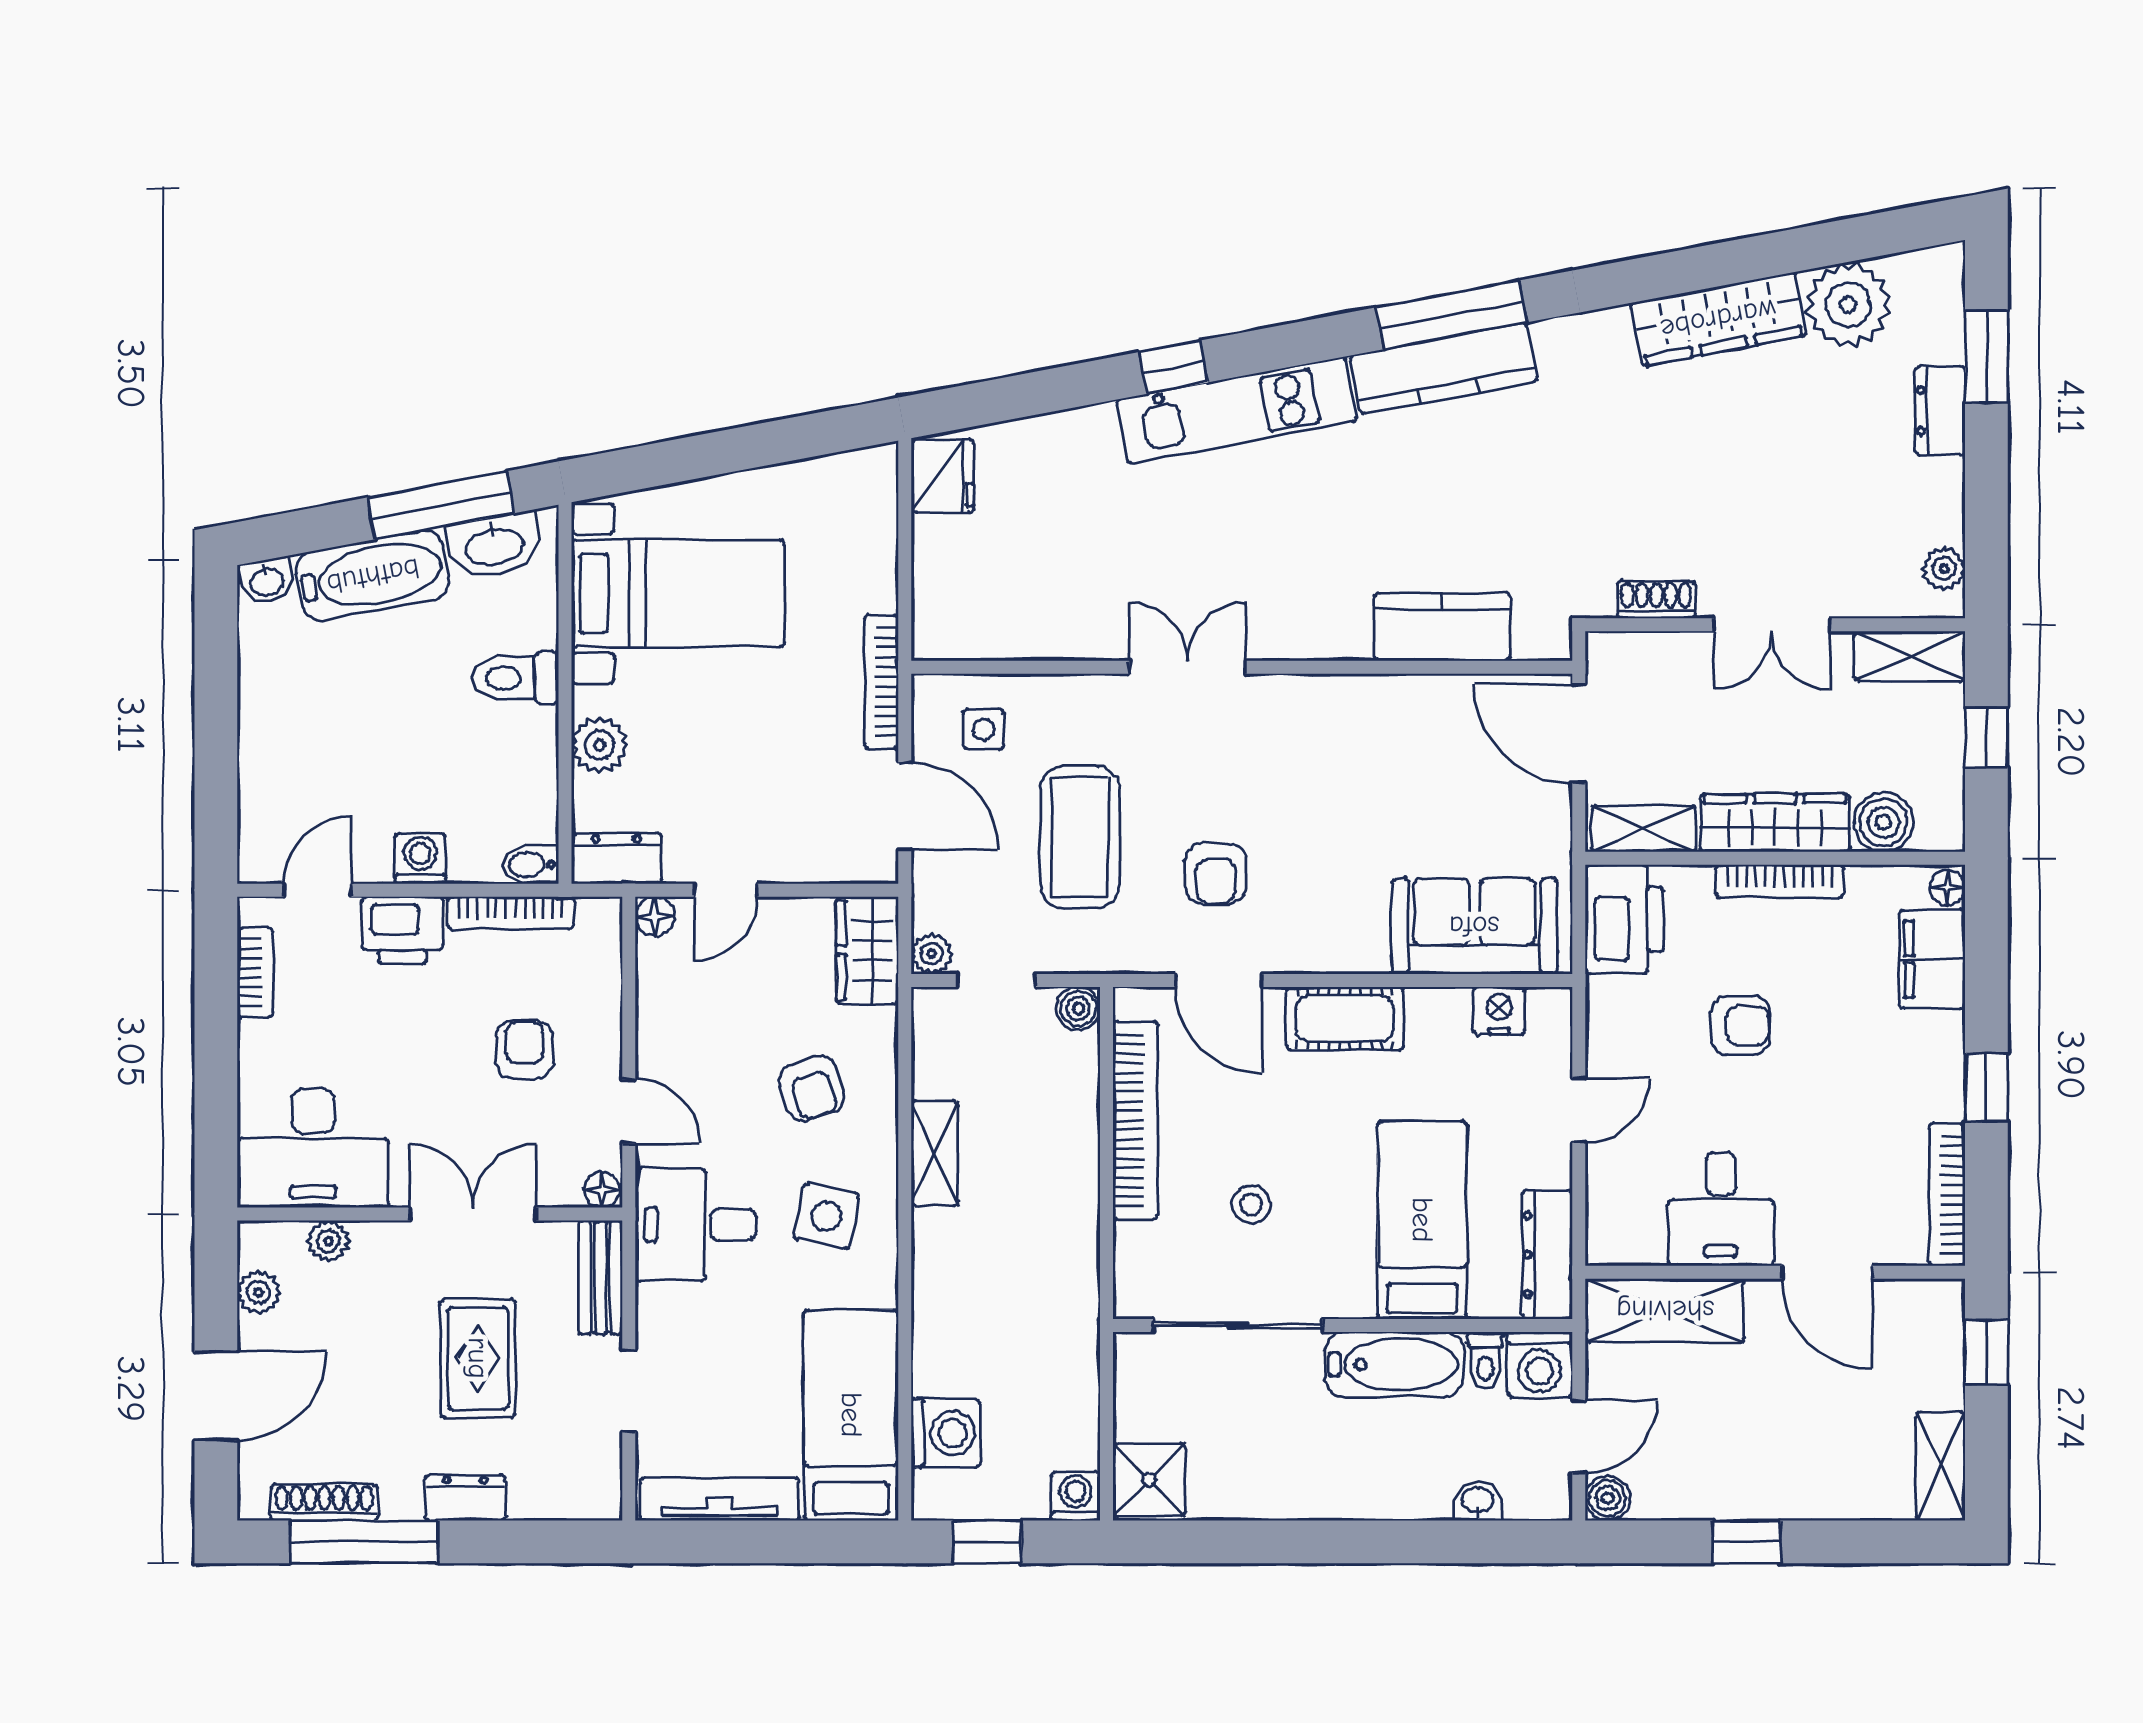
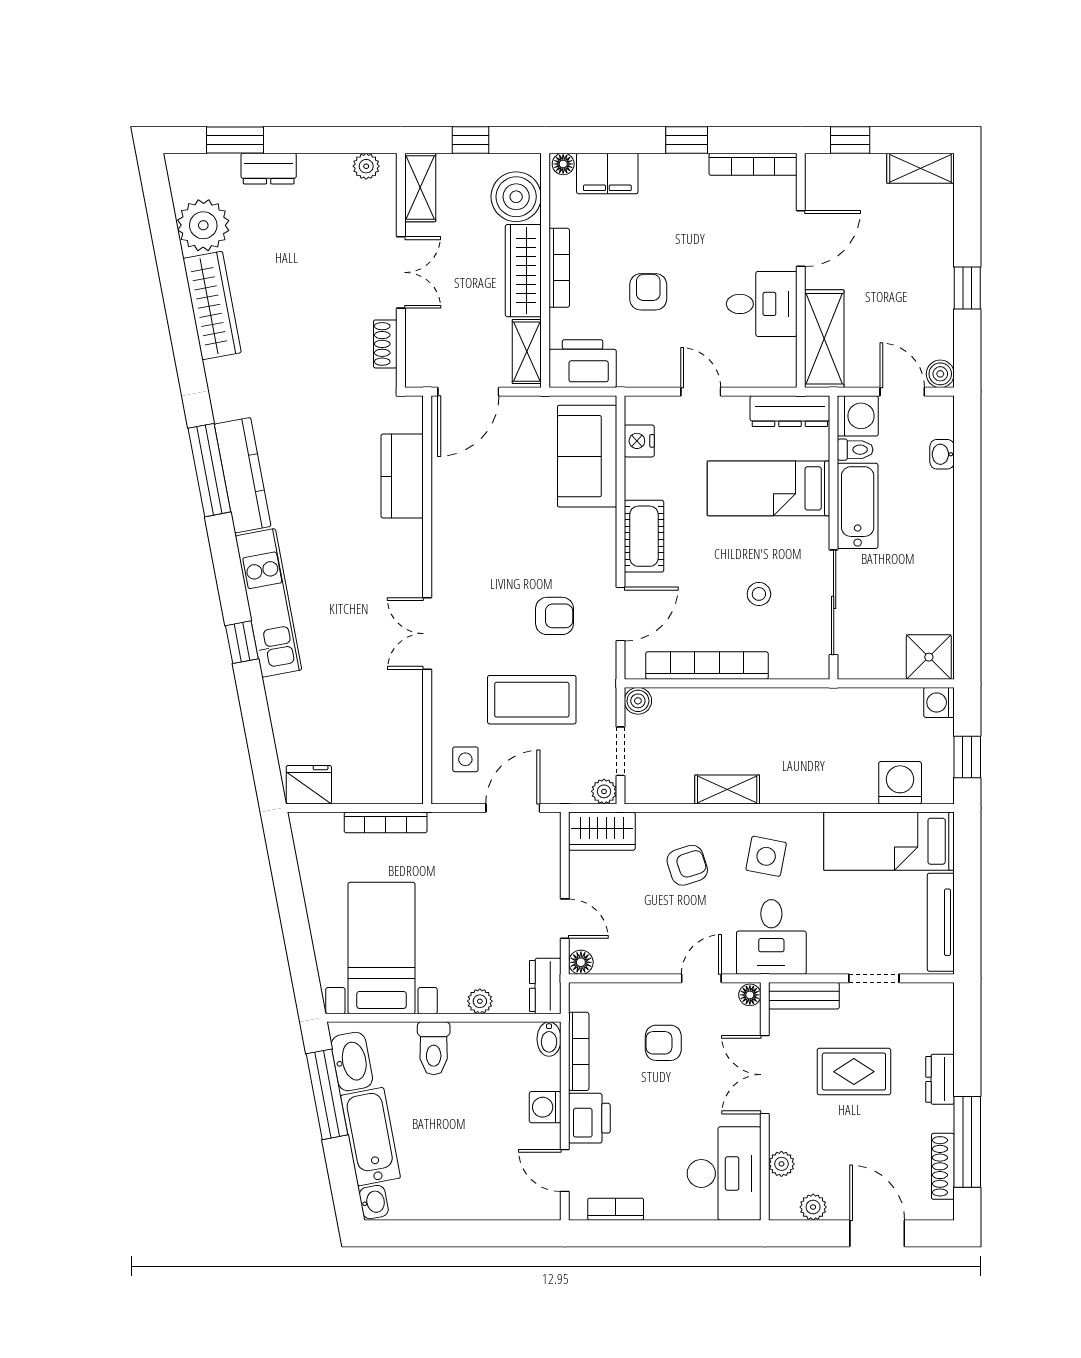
bookcase: (881, 682) -> (386, 822), moved
plant: (599, 745) -> (480, 1001), width x0.73, depth x0.73
boiler: (1884, 822) -> (516, 197), width x1.37, depth x1.37

